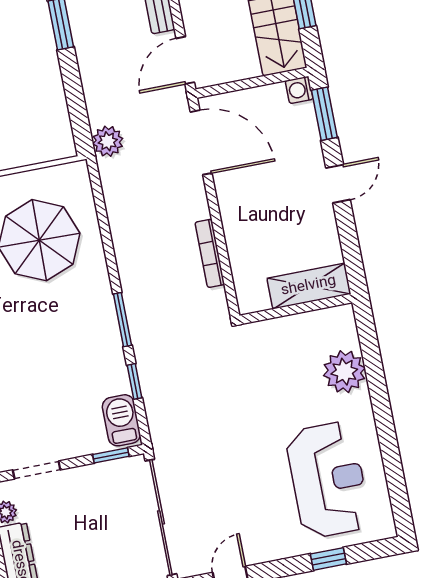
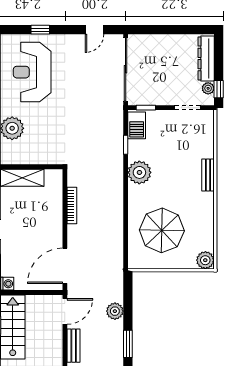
plant: (108, 141) -> (115, 311), moved
door: (201, 142) -> (65, 266), hinge flipped
window: (122, 320) -> (126, 179), removed
plant: (100, 337) -> (139, 172), added

